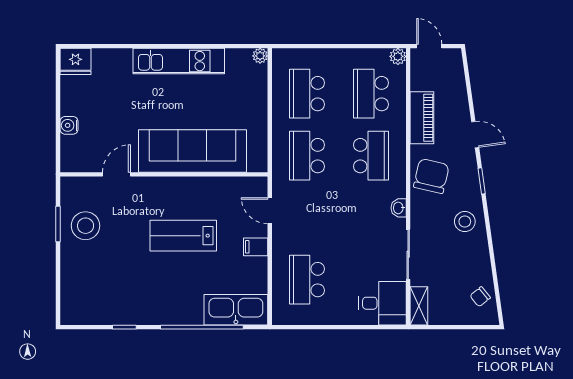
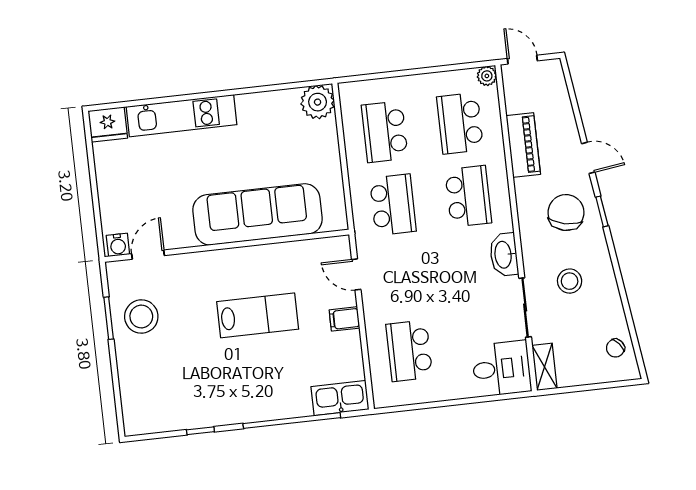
plant: (260, 56) -> (318, 102), width x1.88, depth x1.88
kitchen unit: (179, 61) -> (182, 116), moved
water cooler: (69, 125) -> (118, 245), moved, turned -90
school desk: (307, 156) -> (393, 205), turned 180
door: (116, 174) -> (148, 255), moved
chair: (431, 176) -> (566, 213), moved
washbasin: (399, 208) -> (504, 255), width x1.91, depth x1.45
stool: (465, 222) -> (570, 281), moved
lab bench: (183, 236) -> (258, 315), turned 180
kitchen sink: (236, 310) -> (340, 398), width x0.73, depth x0.81

